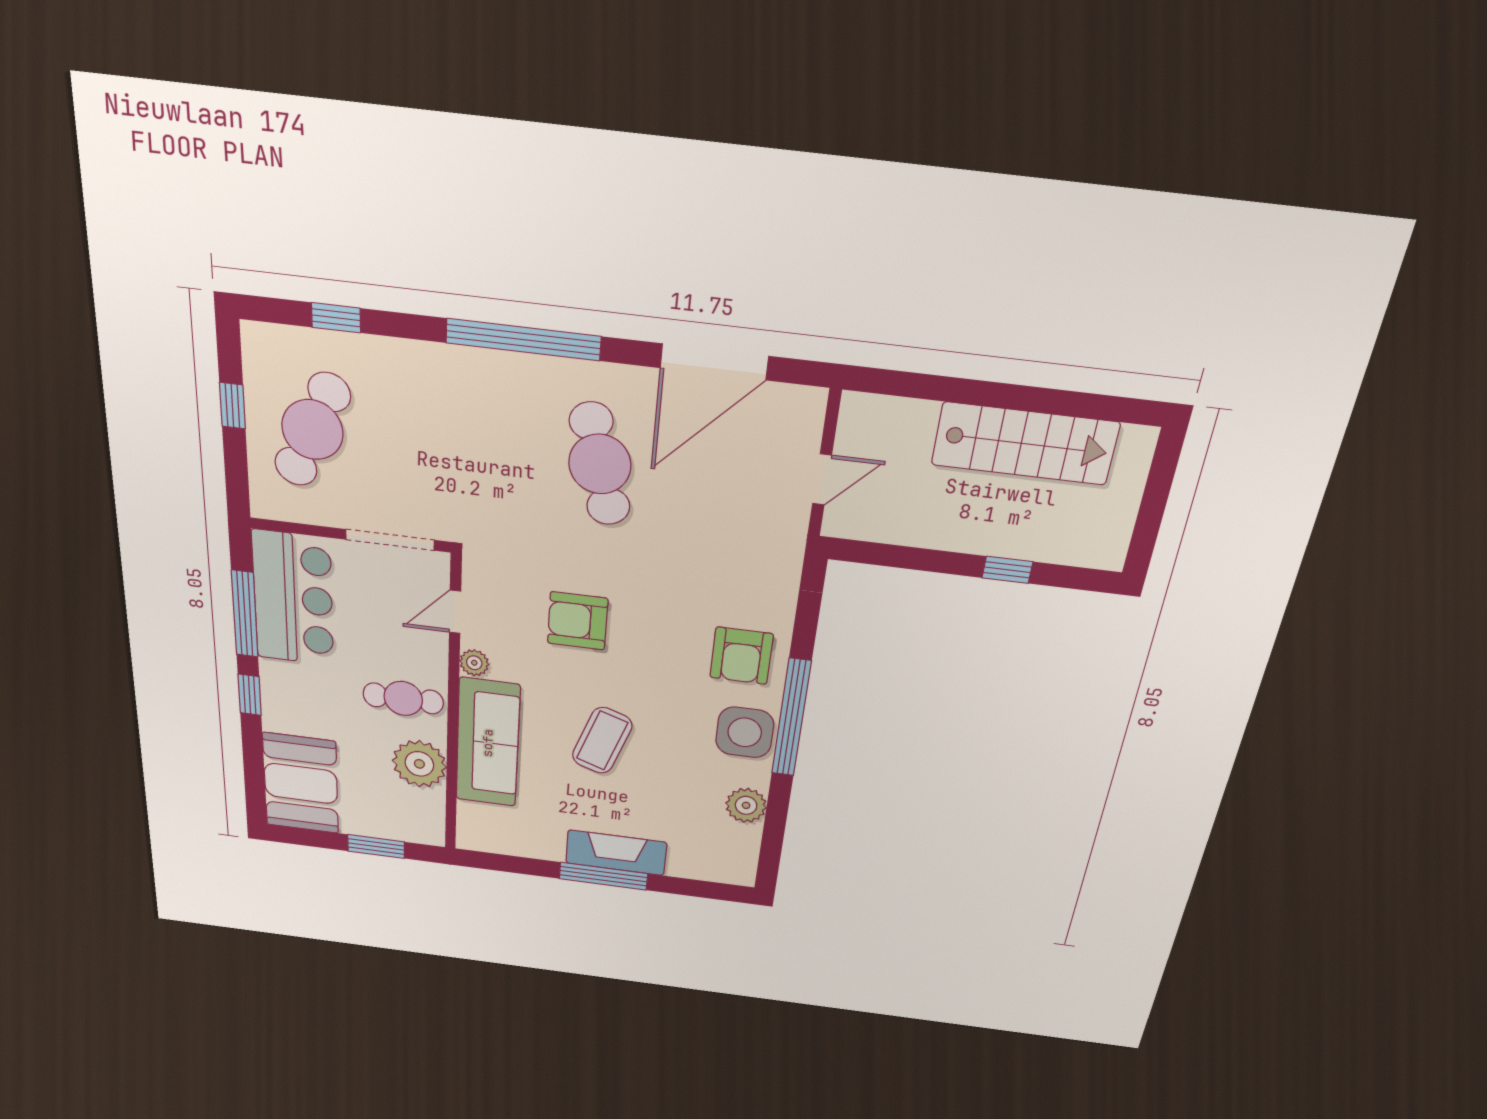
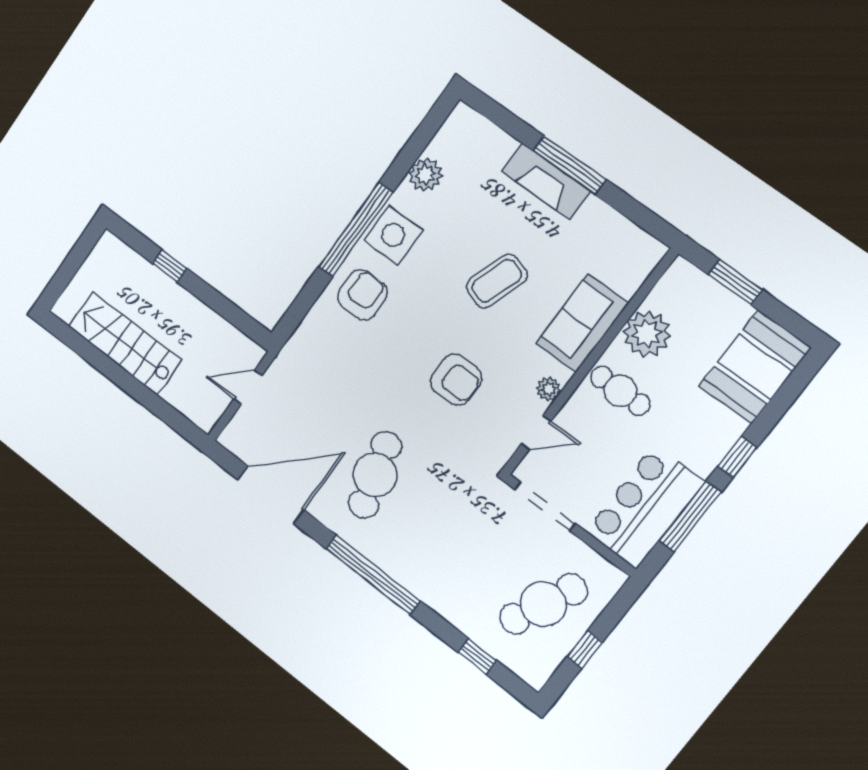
sofa: (488, 743) -> (582, 323), width x0.73

